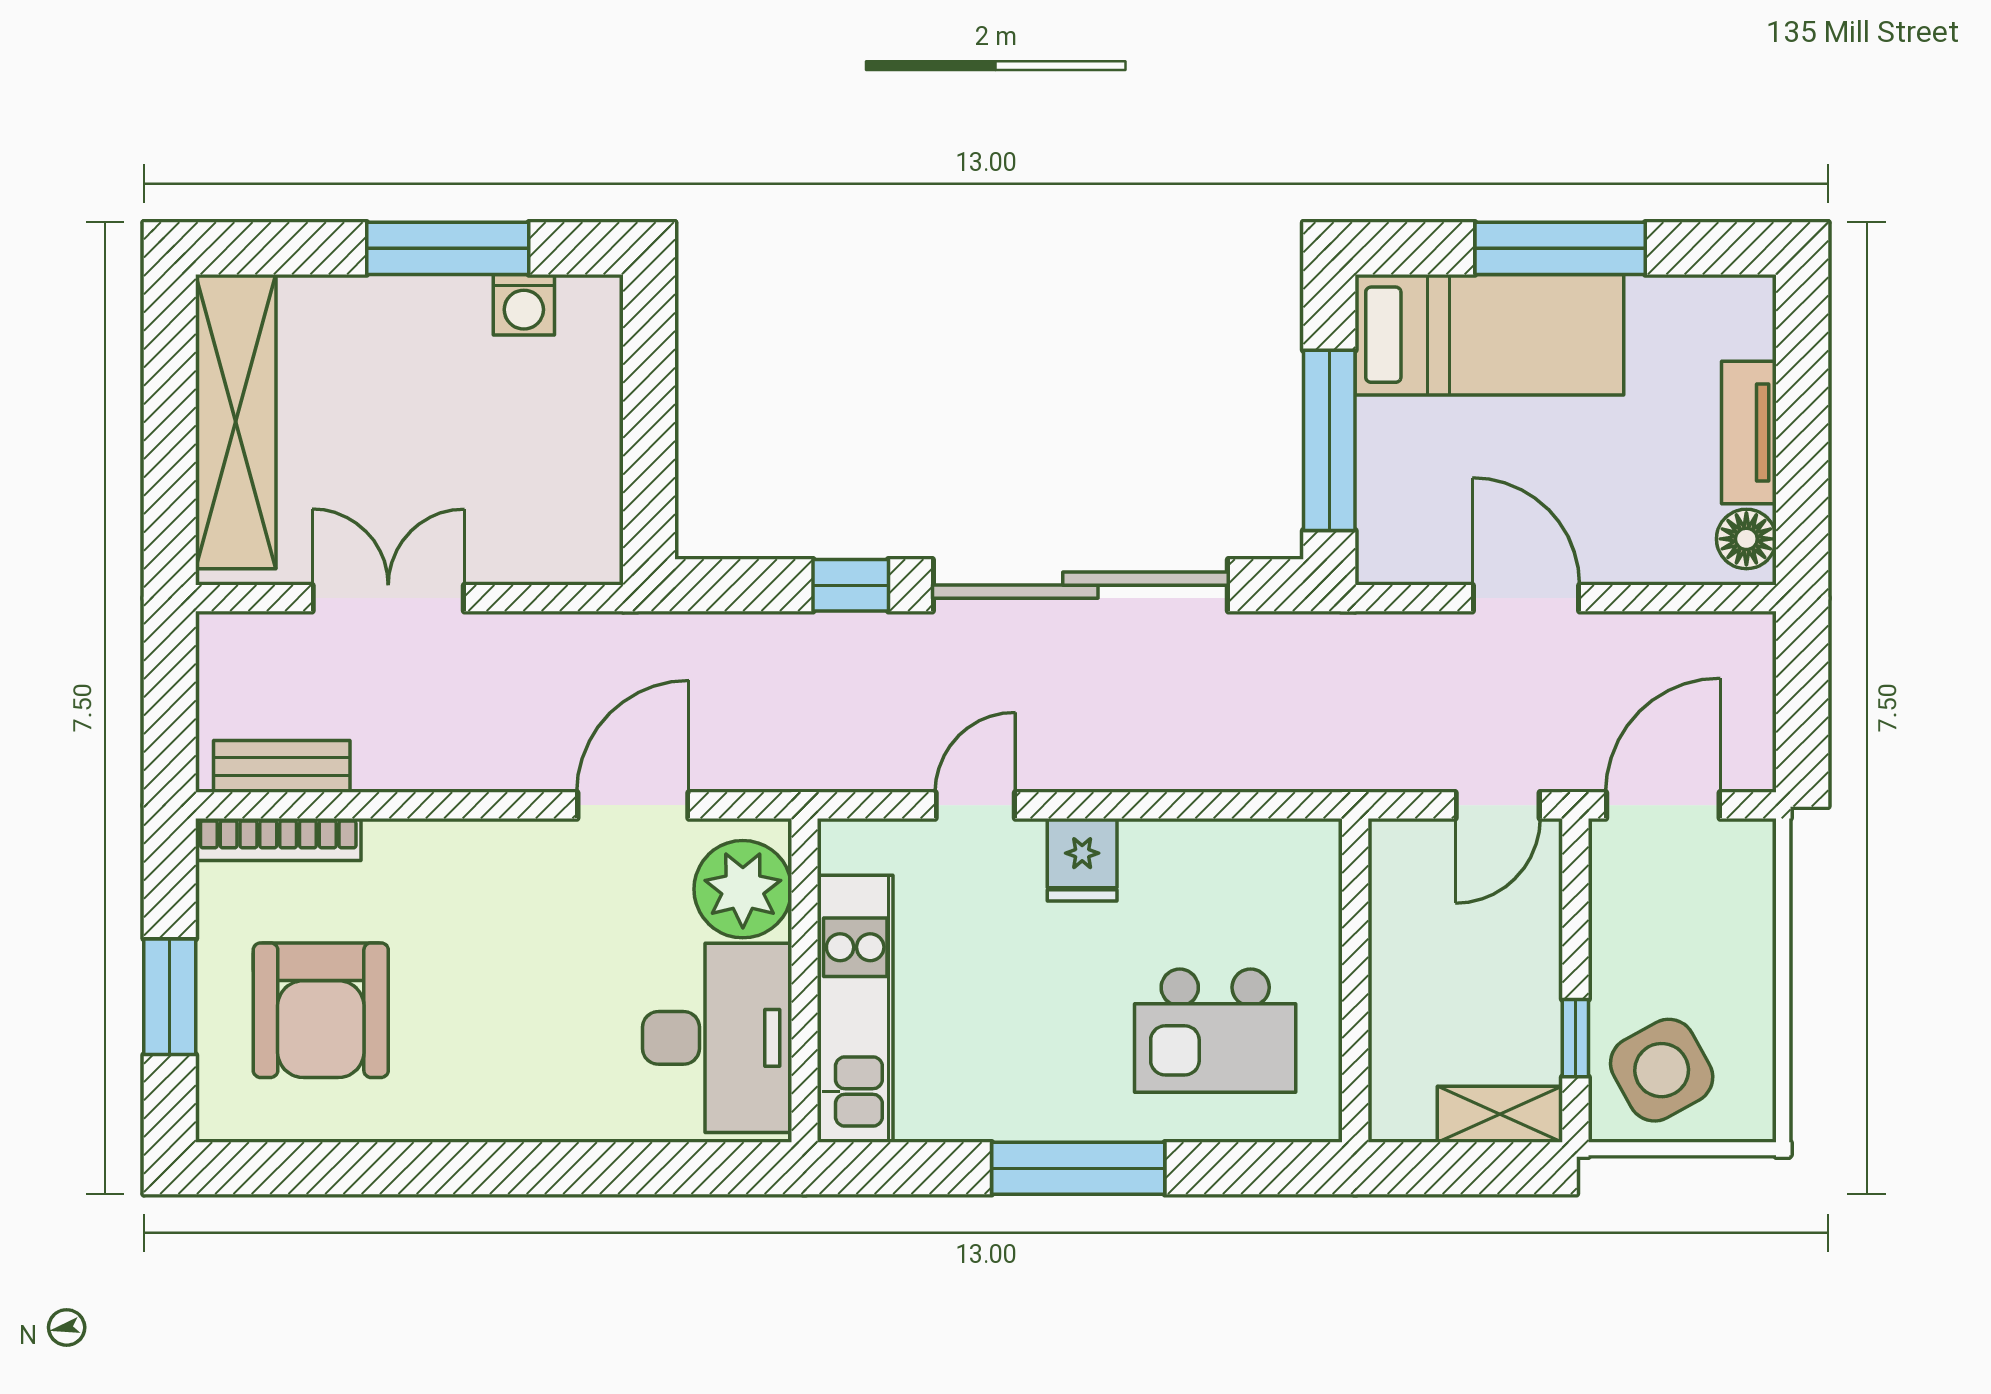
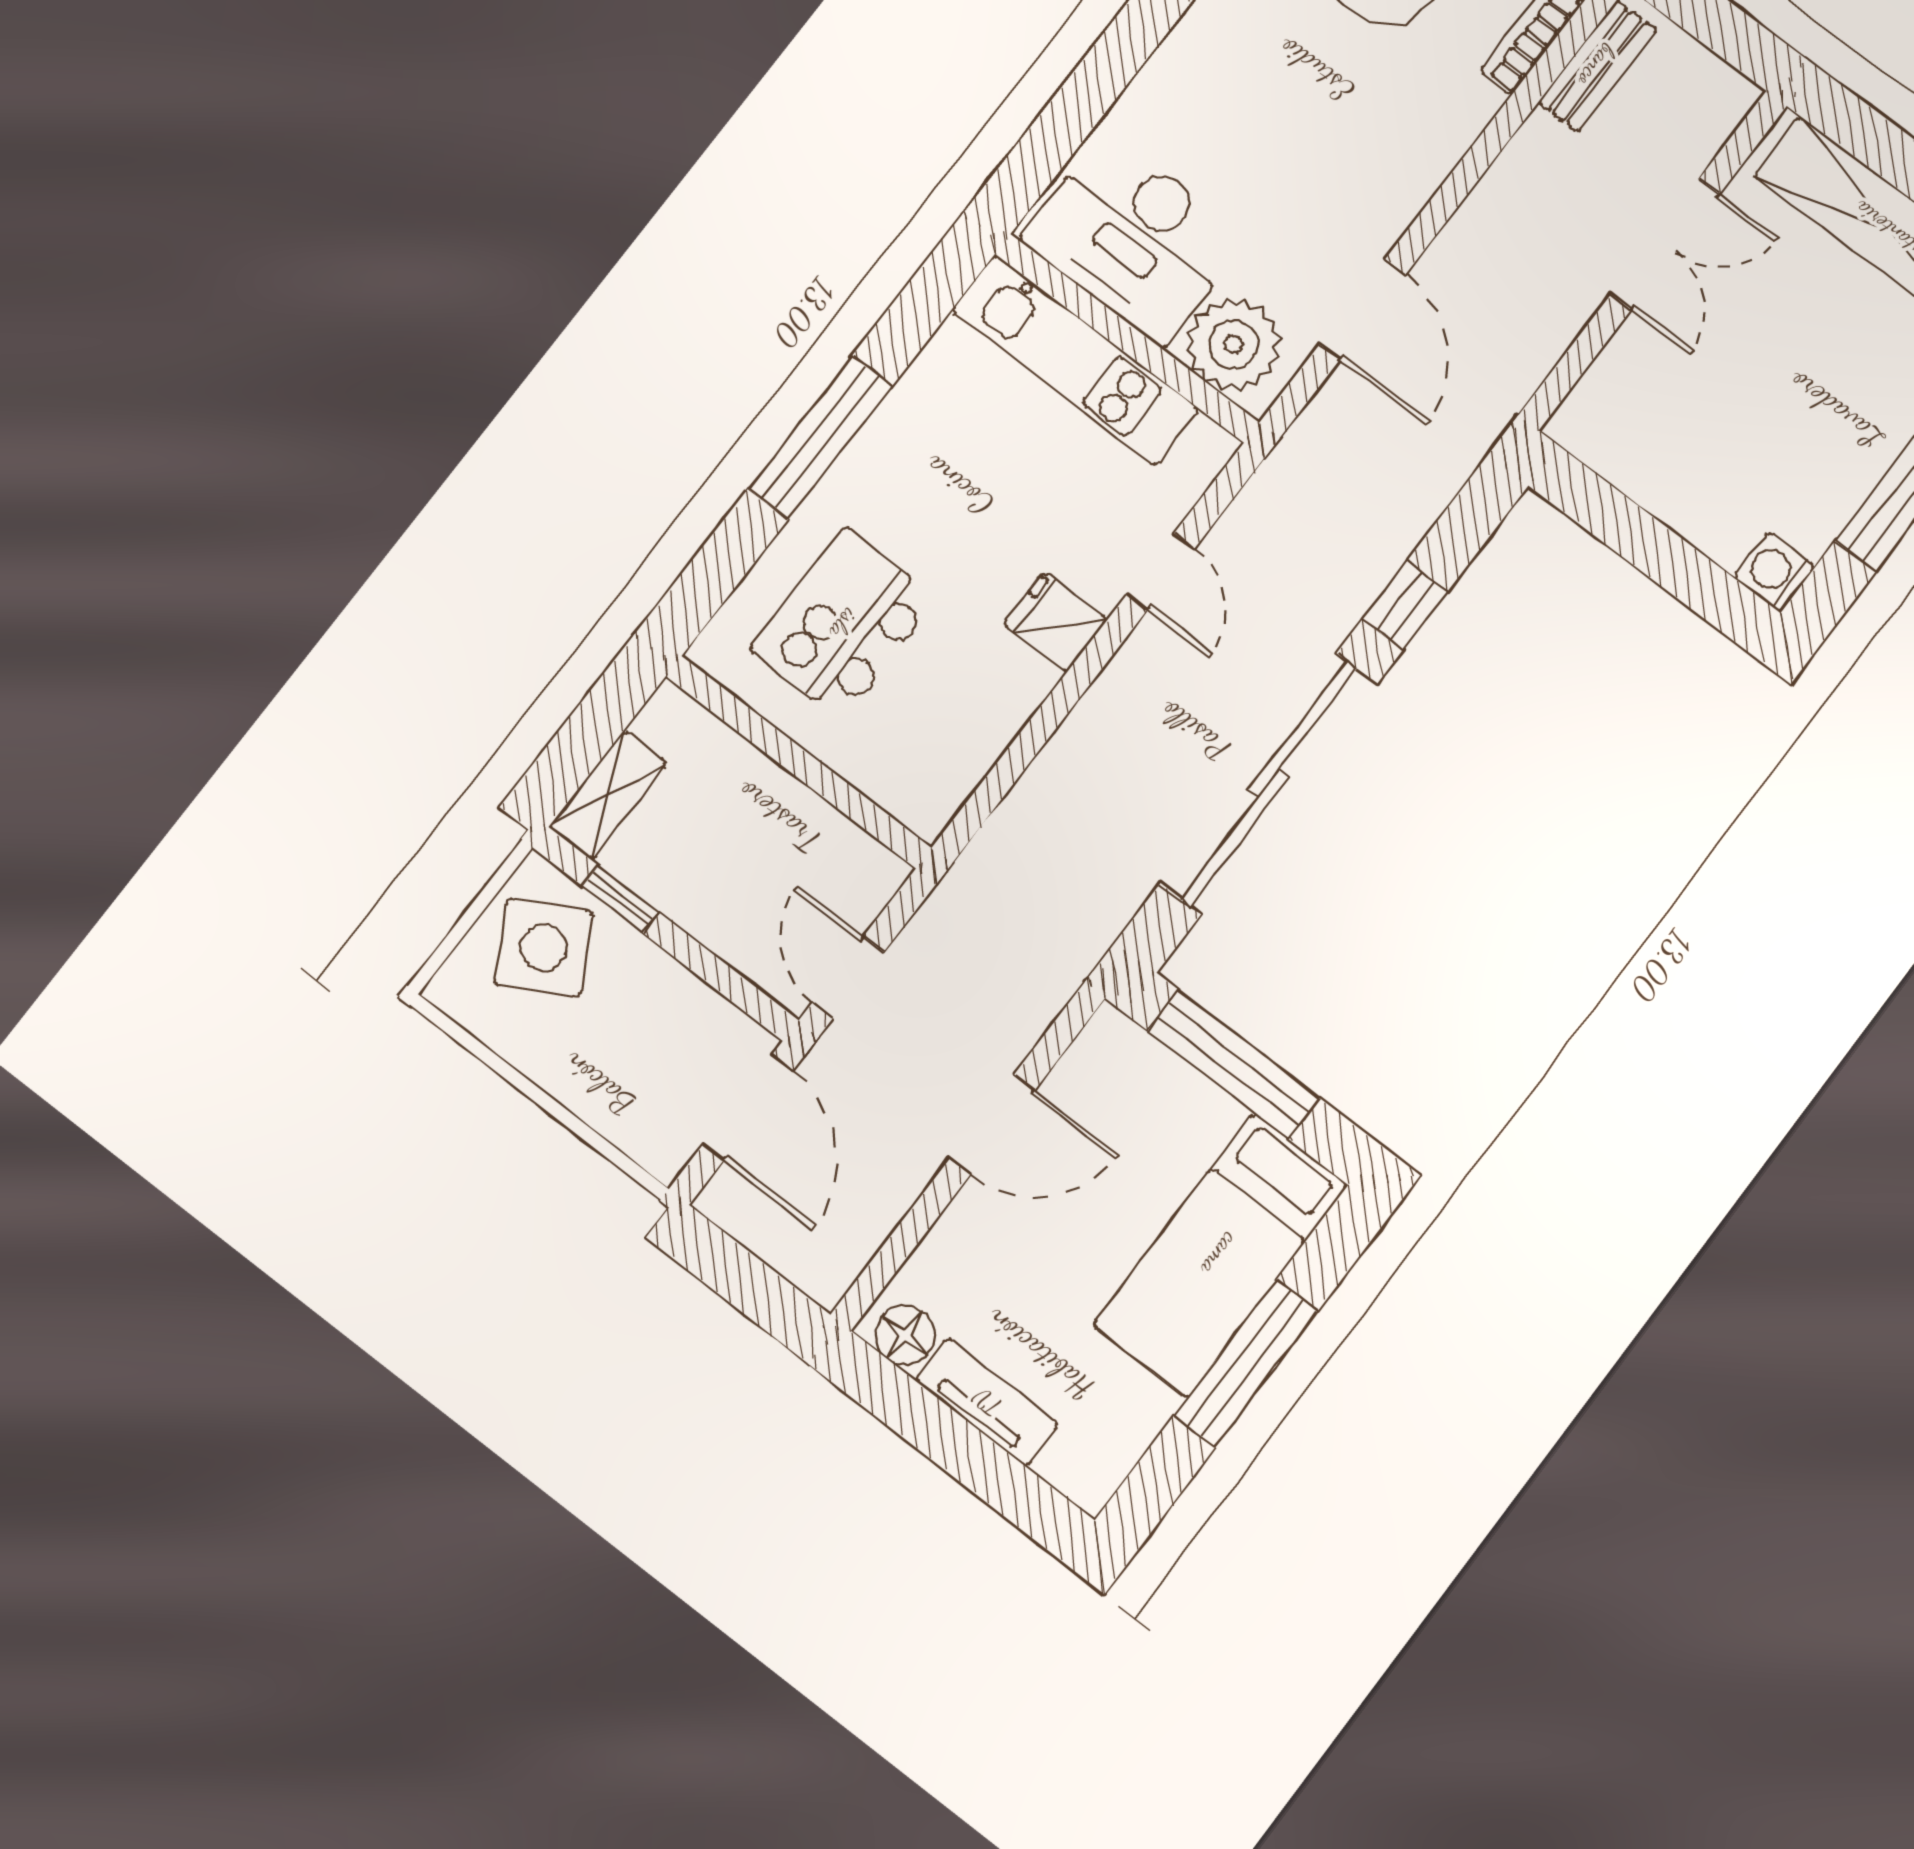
washing machine: (524, 305) -> (1774, 572), moved

